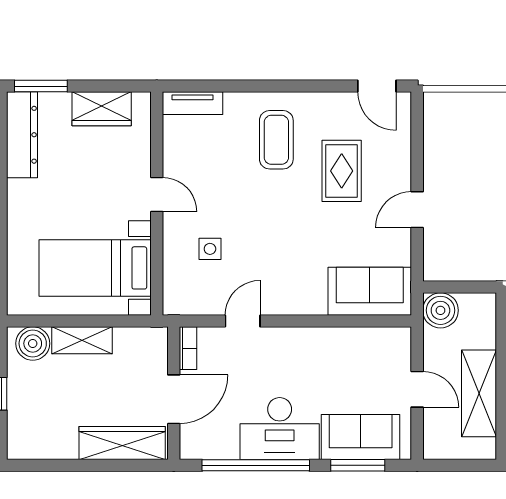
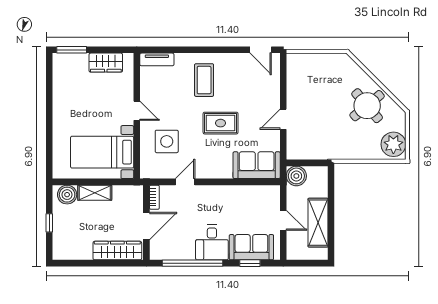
dresser: (22, 135) -> (61, 77), removed
rug: (342, 171) -> (221, 123), moved, turned 90
side table: (210, 249) -> (167, 141), width x1.87, depth x1.87
desk: (280, 429) -> (212, 242), width x0.73
window: (358, 465) -> (250, 263), width x0.67

